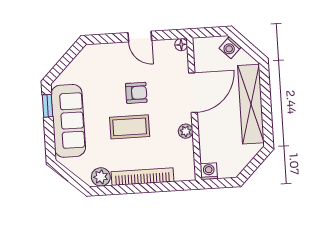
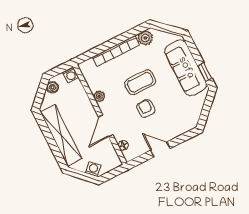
floor lamp: (181, 45) -> (123, 145), moved
armchair: (136, 93) -> (146, 108), turned 90
door: (193, 93) -> (106, 126), width x0.73
boiler: (237, 166) -> (52, 87), added

